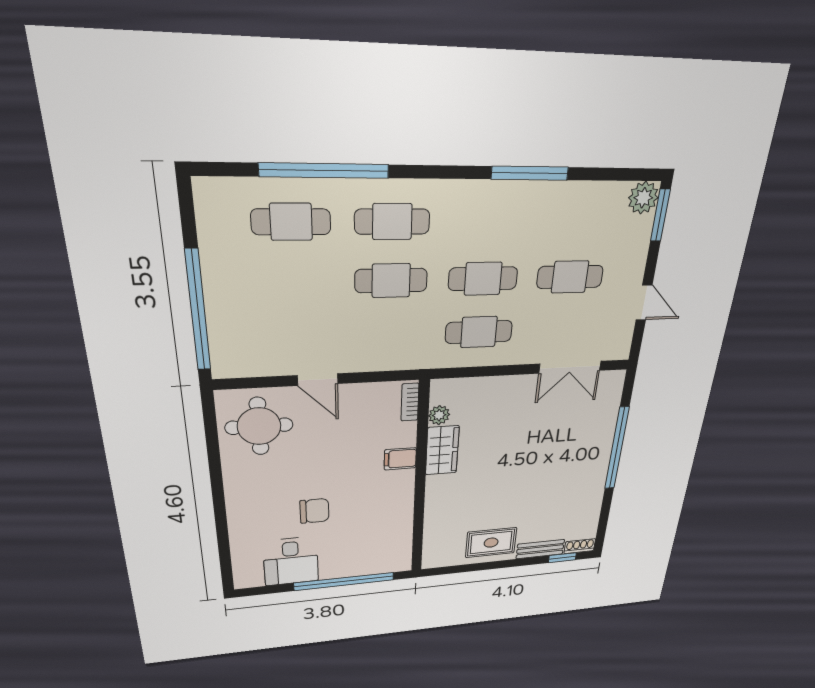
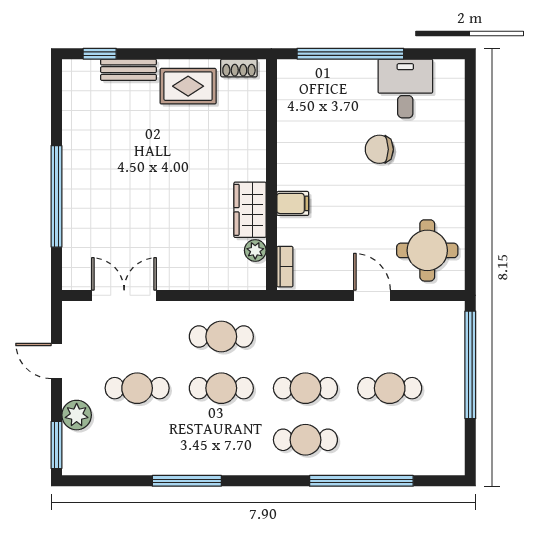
plant: (643, 198) -> (77, 415), moved
cafe table: (291, 222) -> (390, 388), moved
shoe rack: (580, 546) -> (239, 68), moved

